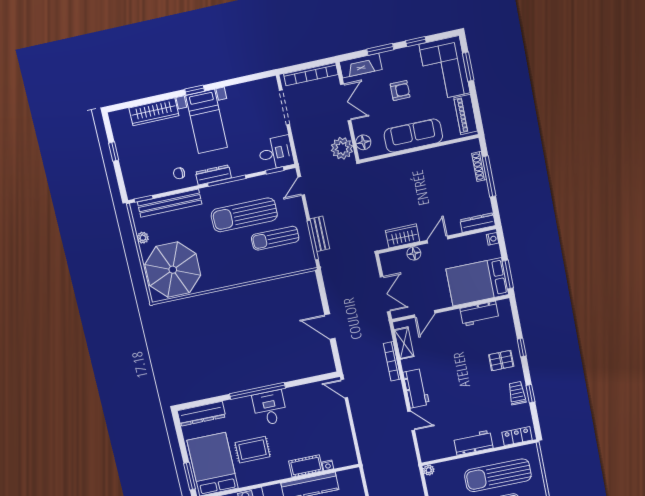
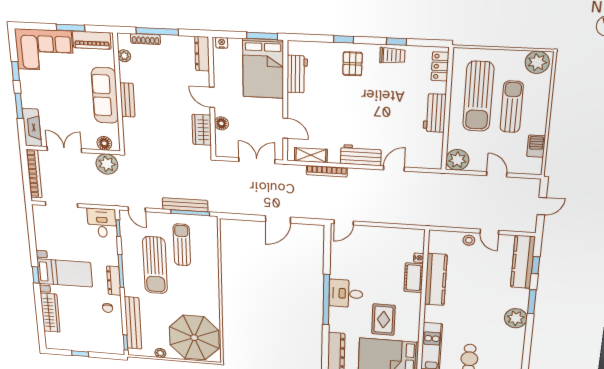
window: (468, 67) -> (71, 28), moved
armchair: (400, 90) -> (60, 97), removed
plant: (458, 149) -> (124, 56), added
bench: (414, 159) -> (127, 100), added
bench: (320, 234) -> (185, 205), width x1.36
sun lounger: (275, 238) -> (182, 245), turned 180
trolley: (517, 393) -> (392, 56), turned 180
plant: (429, 470) -> (457, 160), width x1.88, depth x1.88

